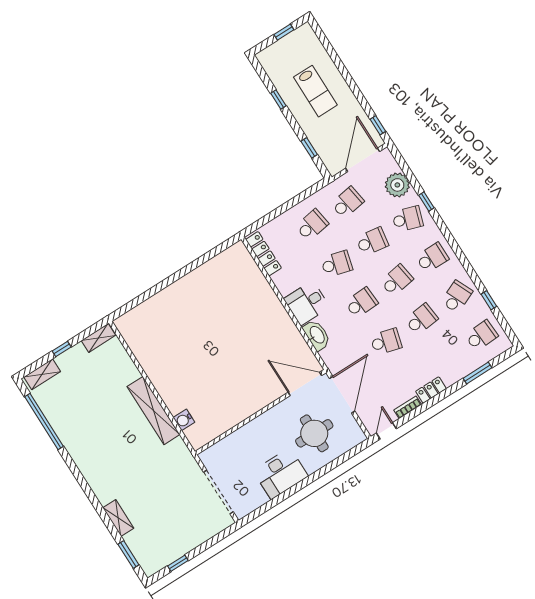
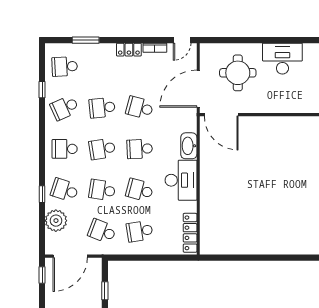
school desk: (347, 203) -> (102, 231), turned 30
desk: (307, 303) -> (181, 180), width x1.37

